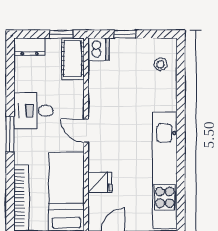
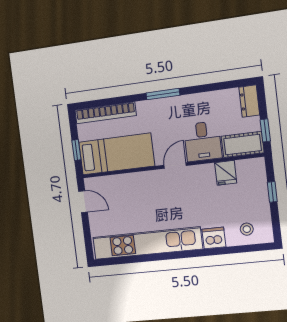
dishwasher: (98, 49) -> (214, 238), moved, turned 180
desk: (34, 111) -> (203, 141), moved, turned 180
fridge: (100, 182) -> (226, 173), moved

